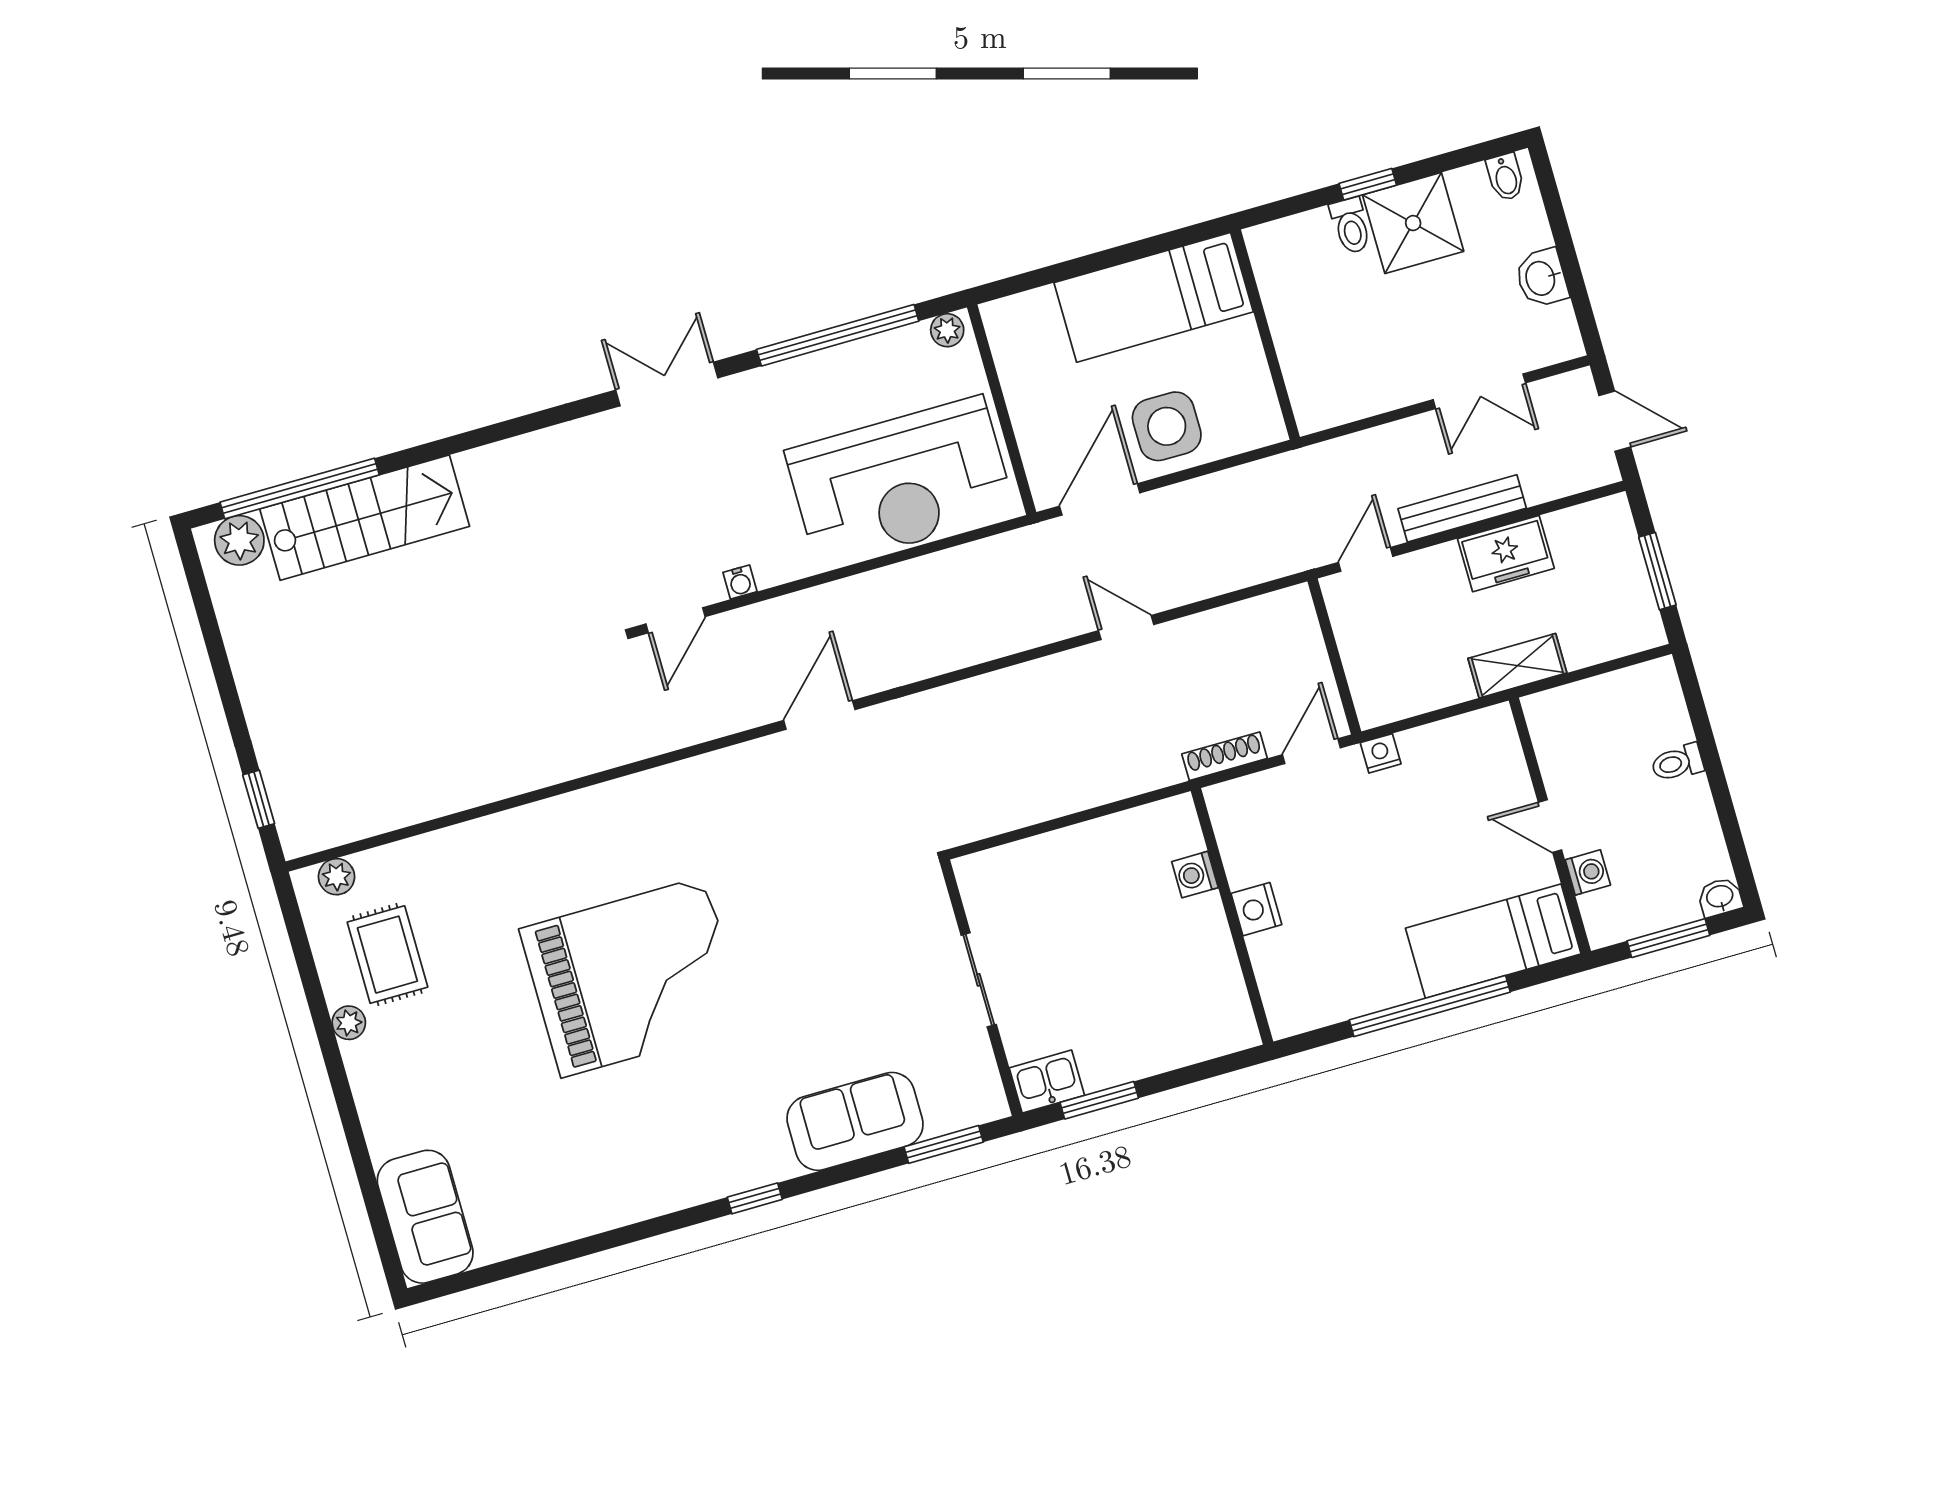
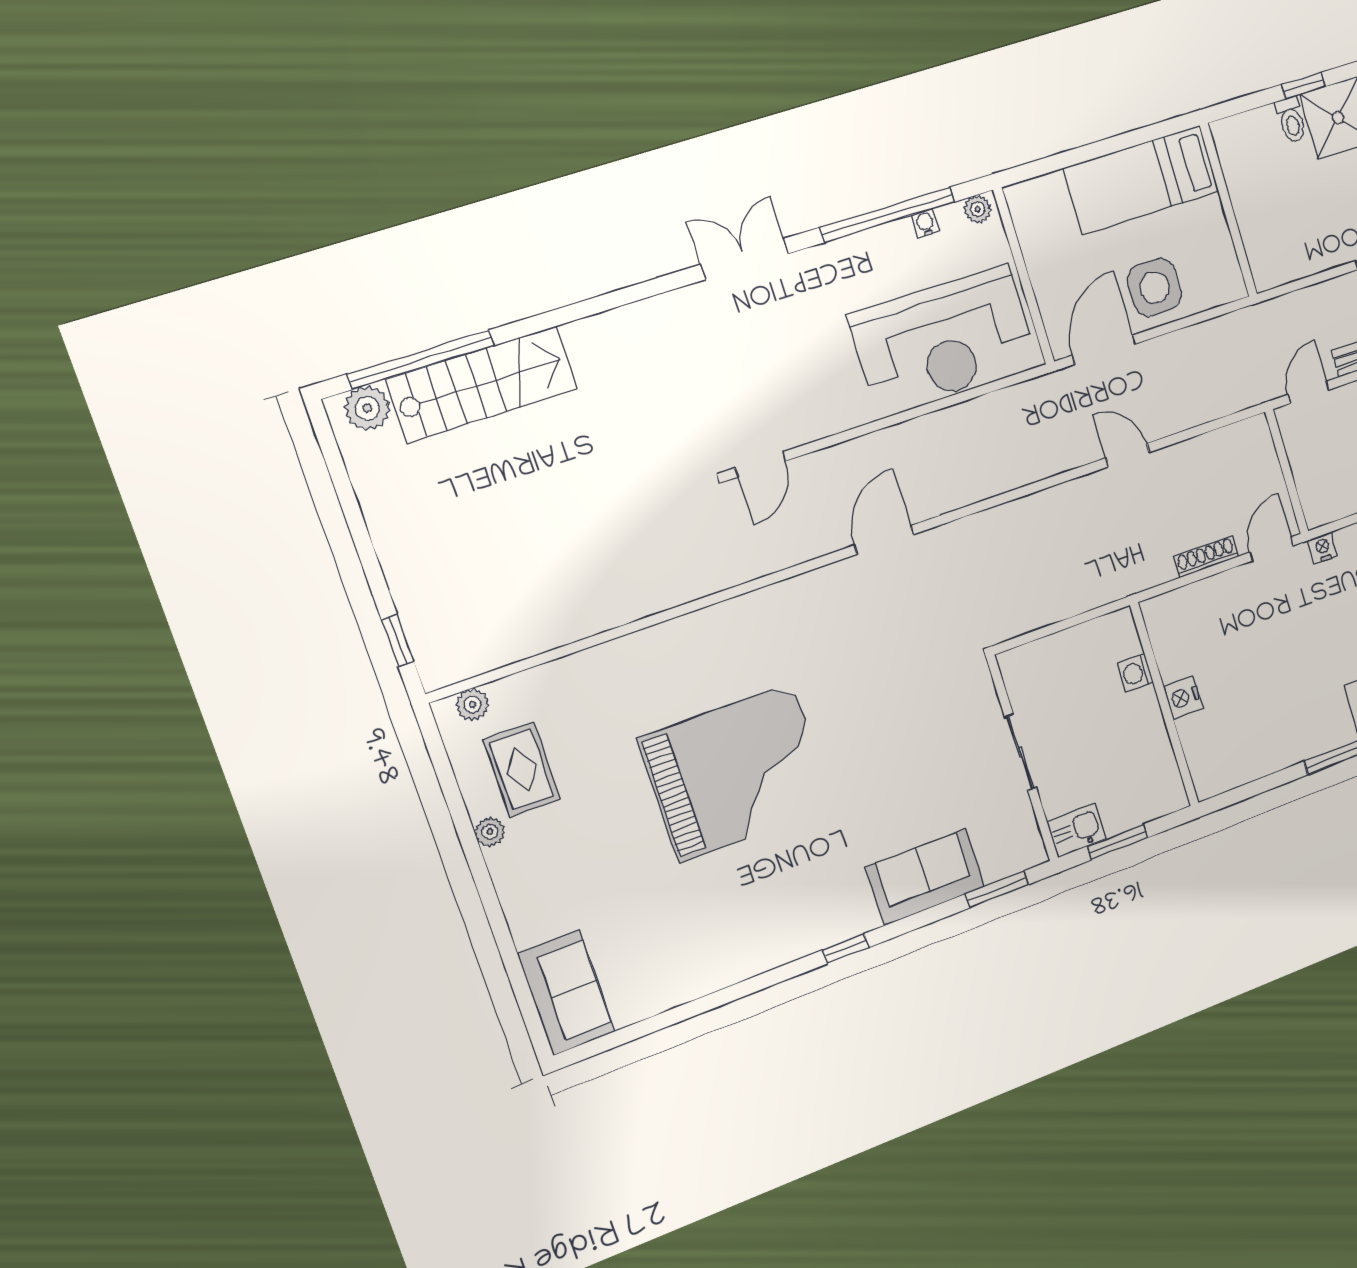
water cooler: (740, 582) -> (925, 223), moved, turned 180
washing machine: (1195, 875) -> (1135, 673), moved
nightstand: (1256, 909) -> (1183, 698), moved
wall: (1232, 916) -> (1164, 705), moved

